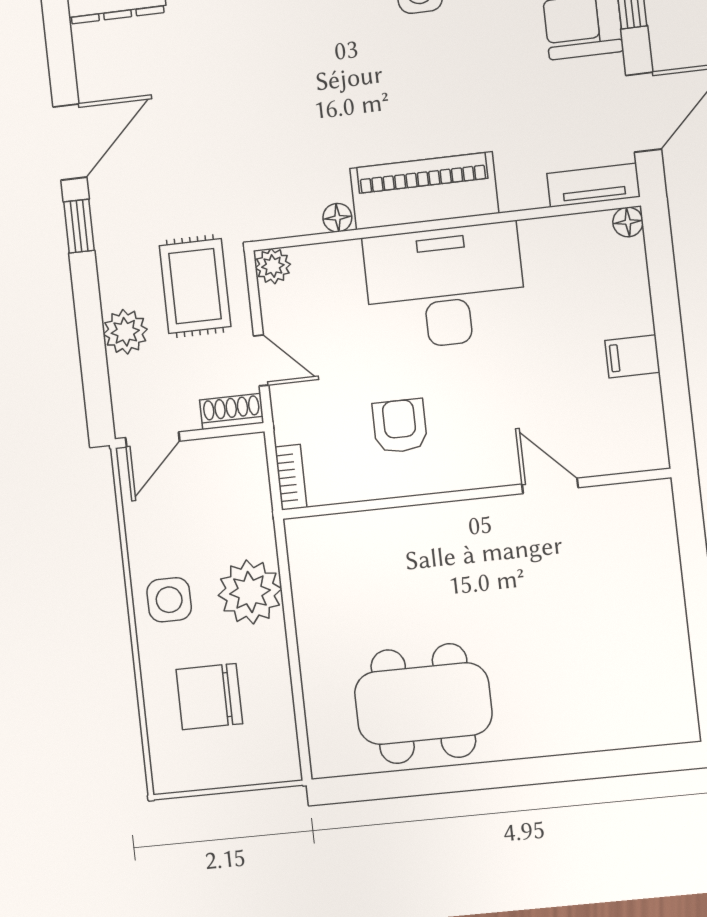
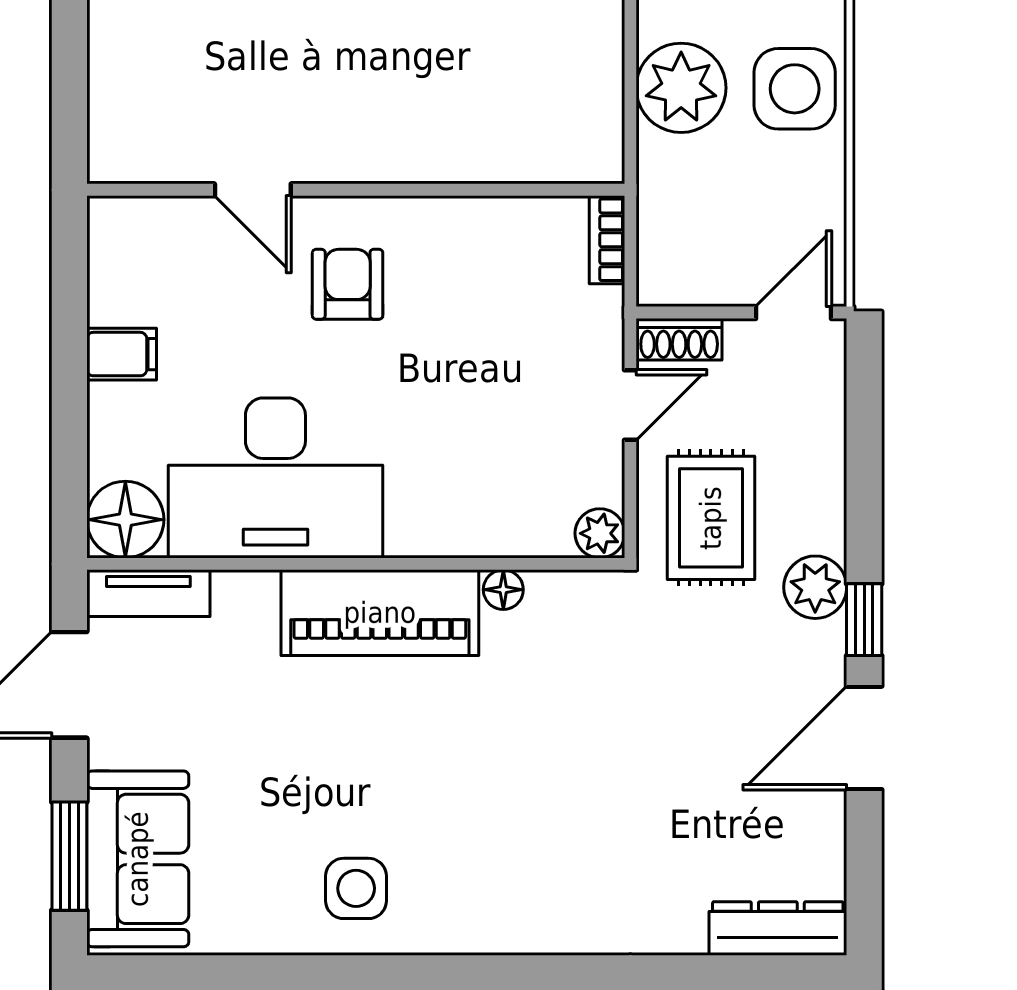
floor lamp: (628, 222) -> (125, 520), width x1.89, depth x1.89
desk: (445, 287) -> (275, 478), moved
plant: (125, 332) -> (815, 587), moved
door: (261, 360) -> (630, 405), swing flipped
armchair: (400, 426) -> (348, 284), moved, turned 180
side table: (169, 600) -> (795, 89), width x1.37, depth x1.37

